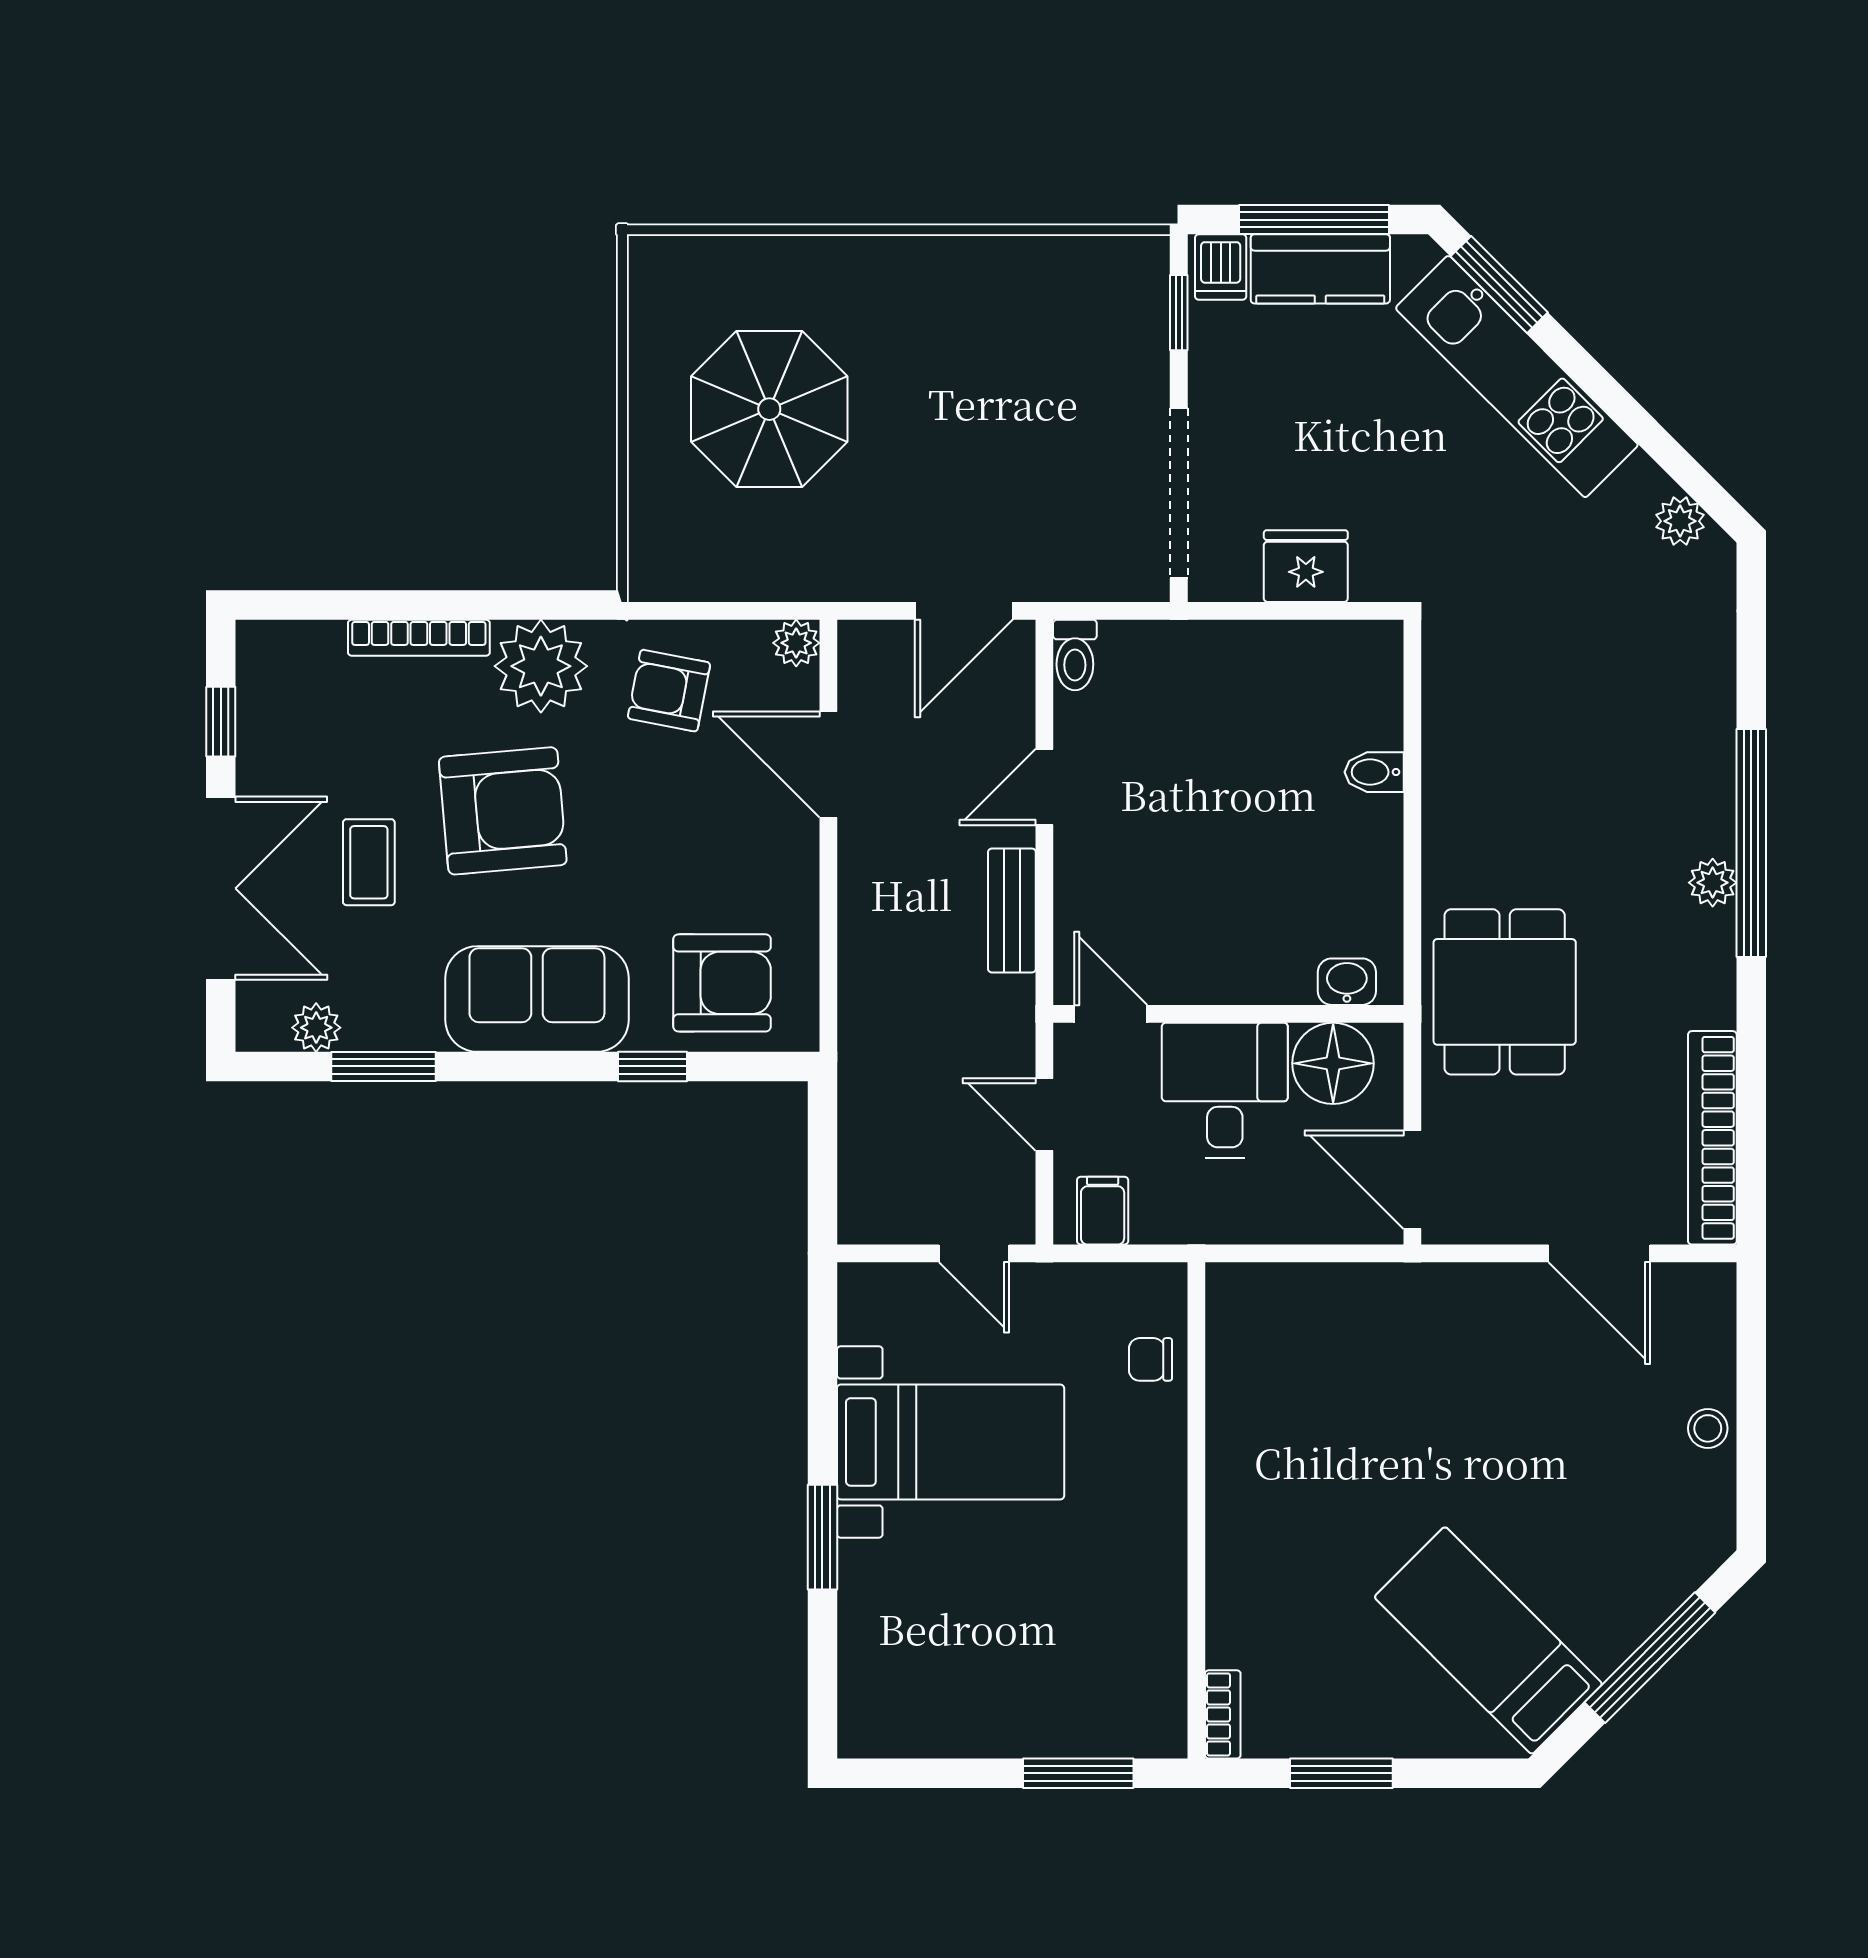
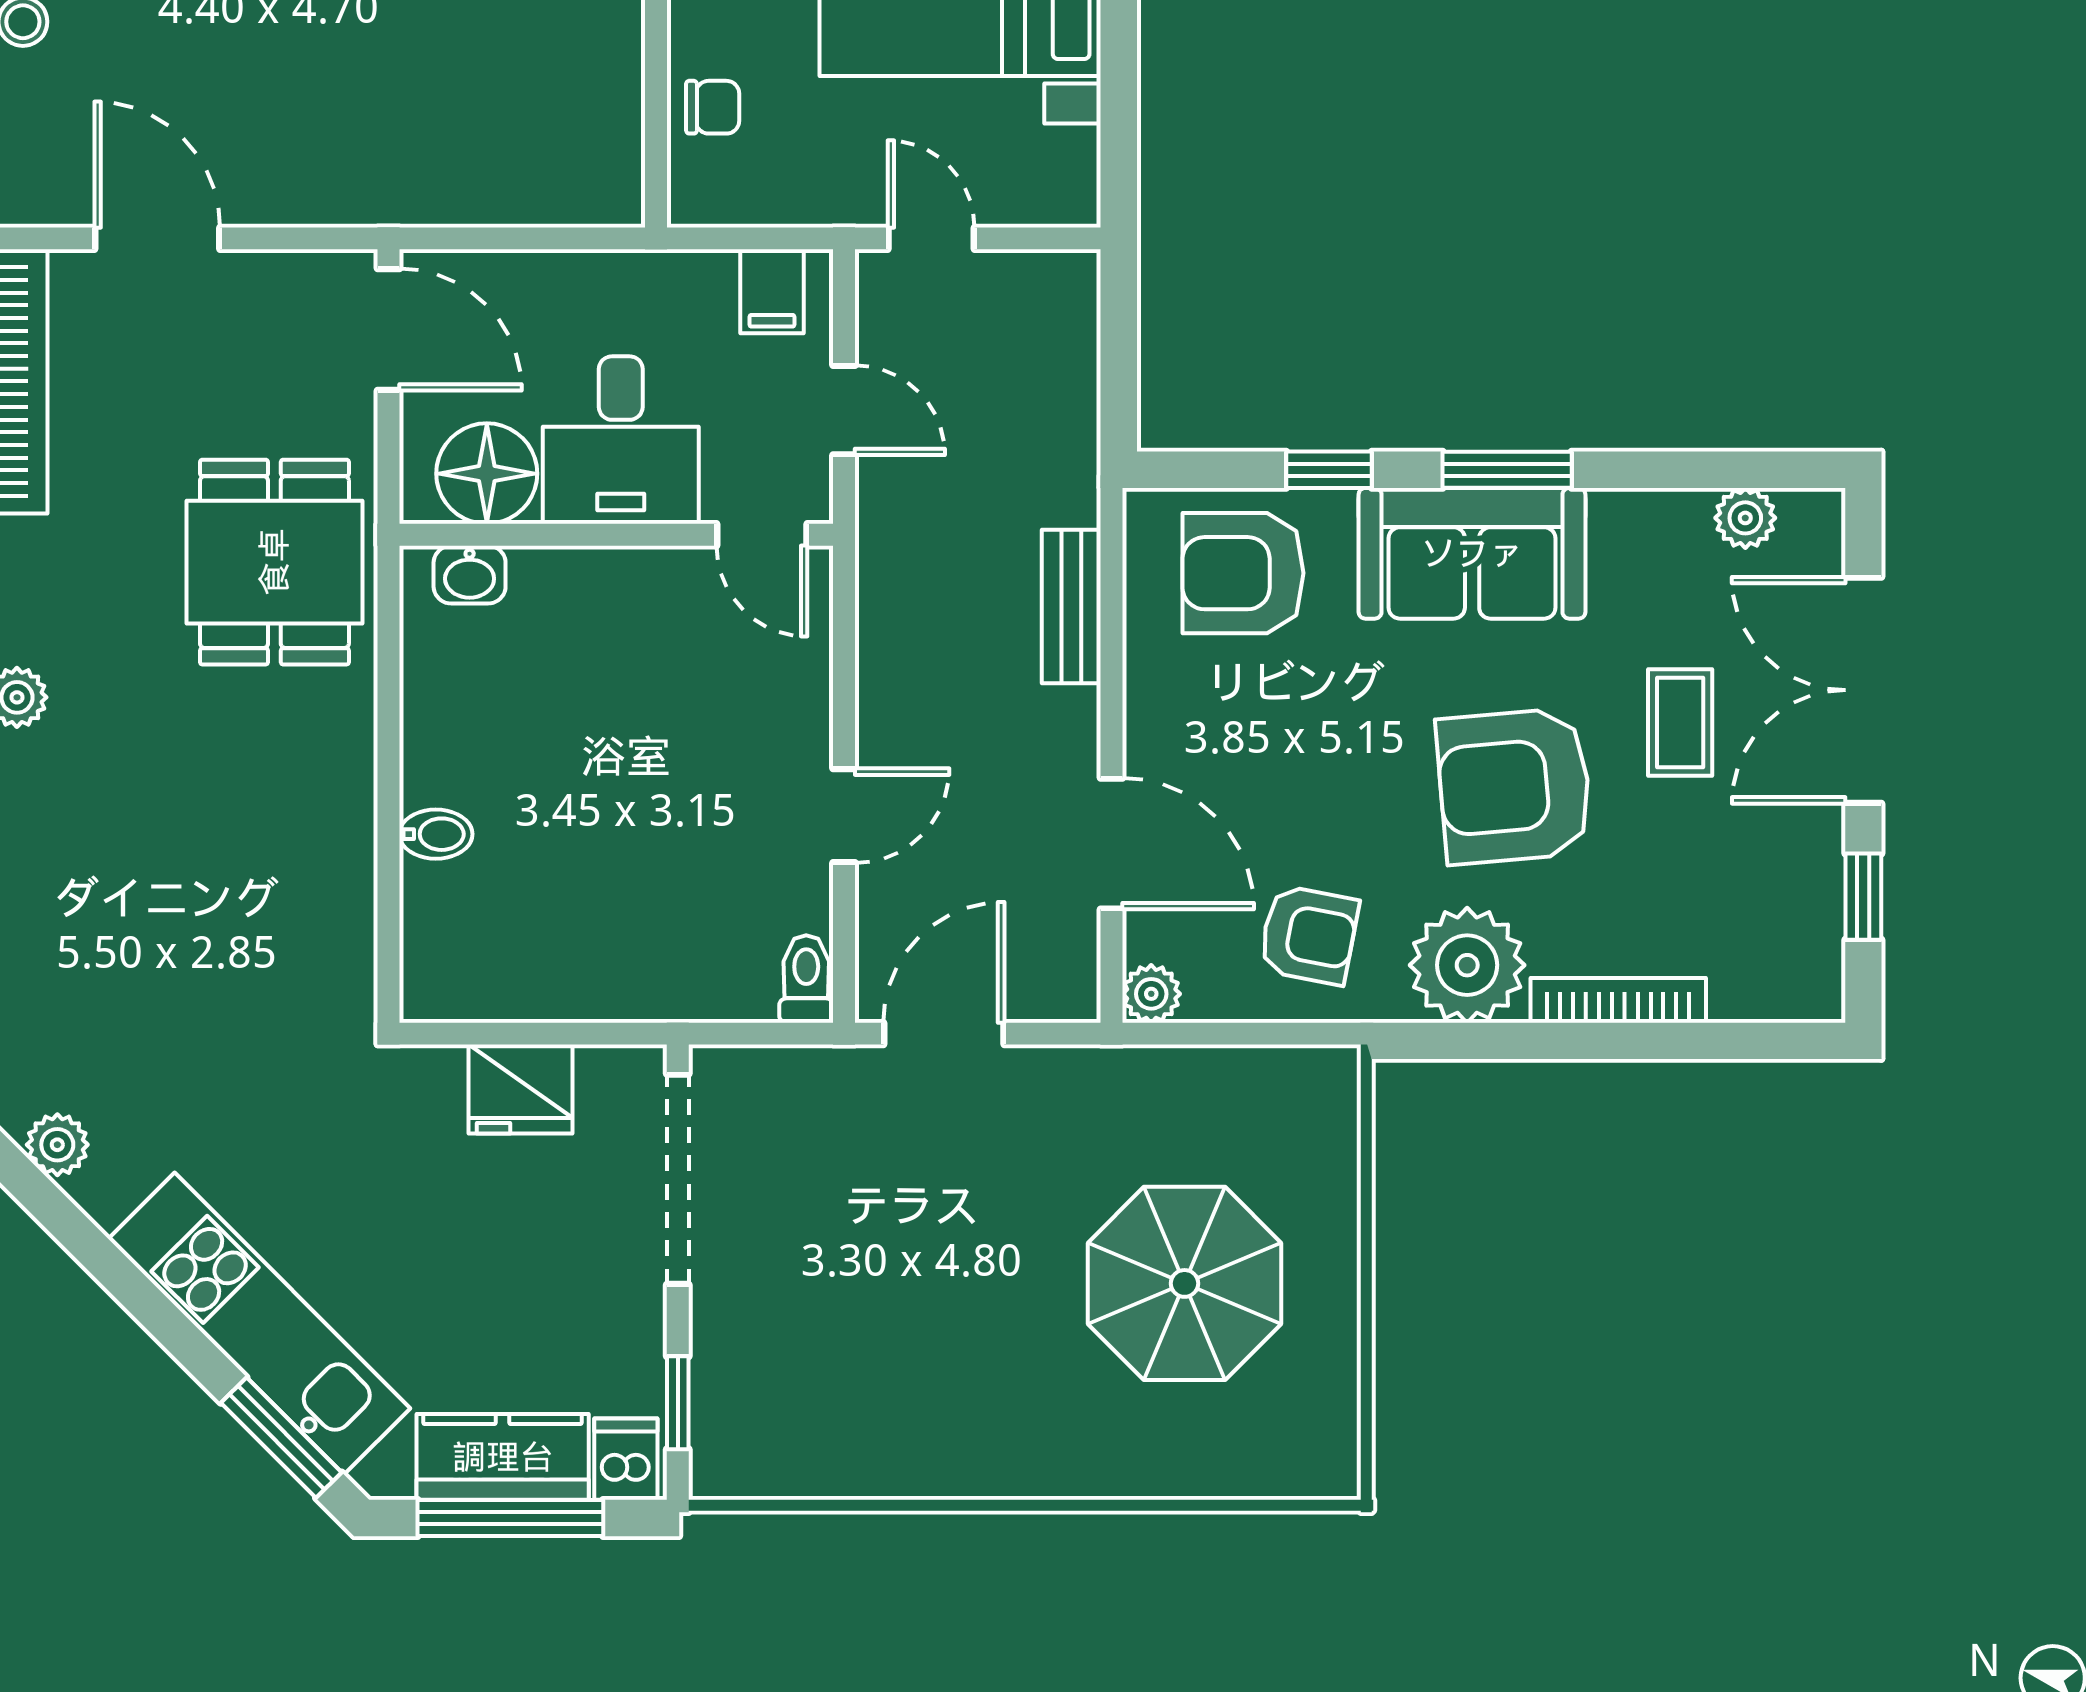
bench: (1012, 911) -> (1071, 607), moved
window: (384, 1066) -> (1507, 470), moved

